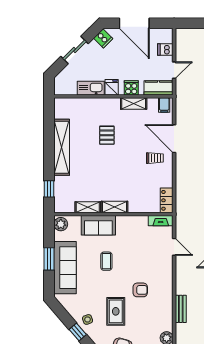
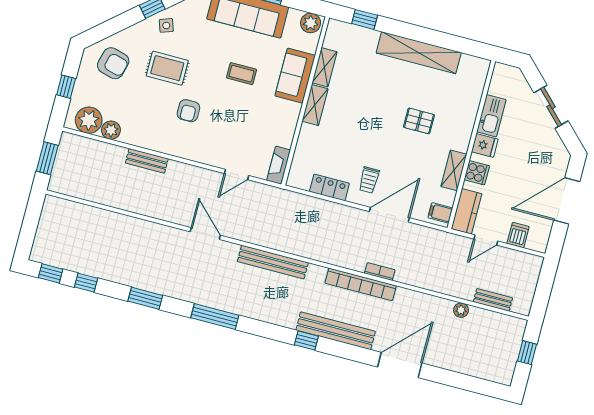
cooker: (103, 38) -> (557, 151), removed
door: (174, 70) -> (486, 240), hinge flipped
locker: (167, 200) -> (329, 187), moved

